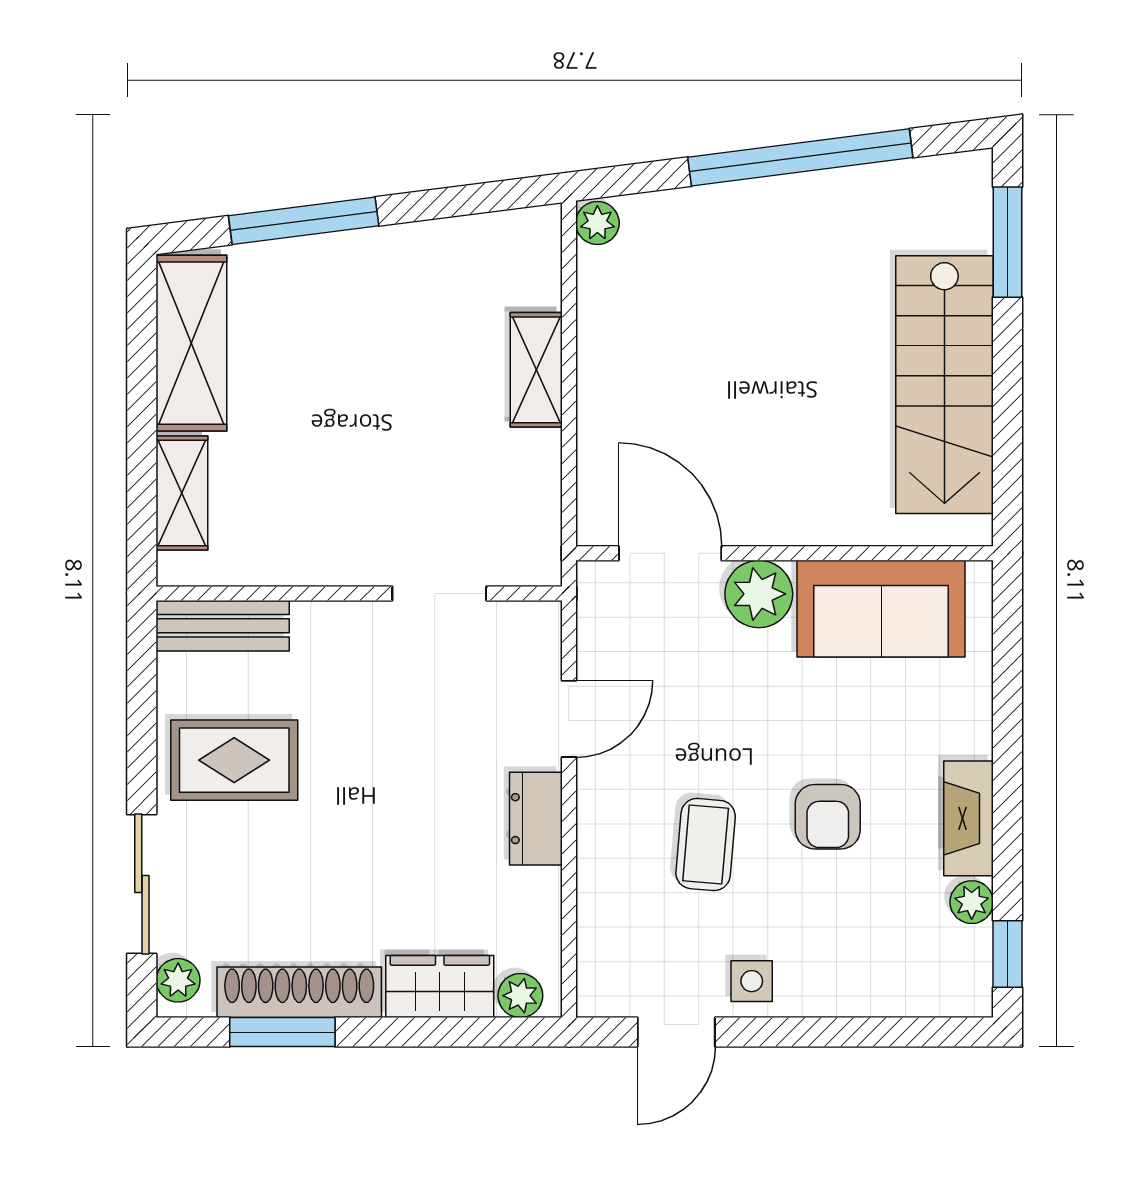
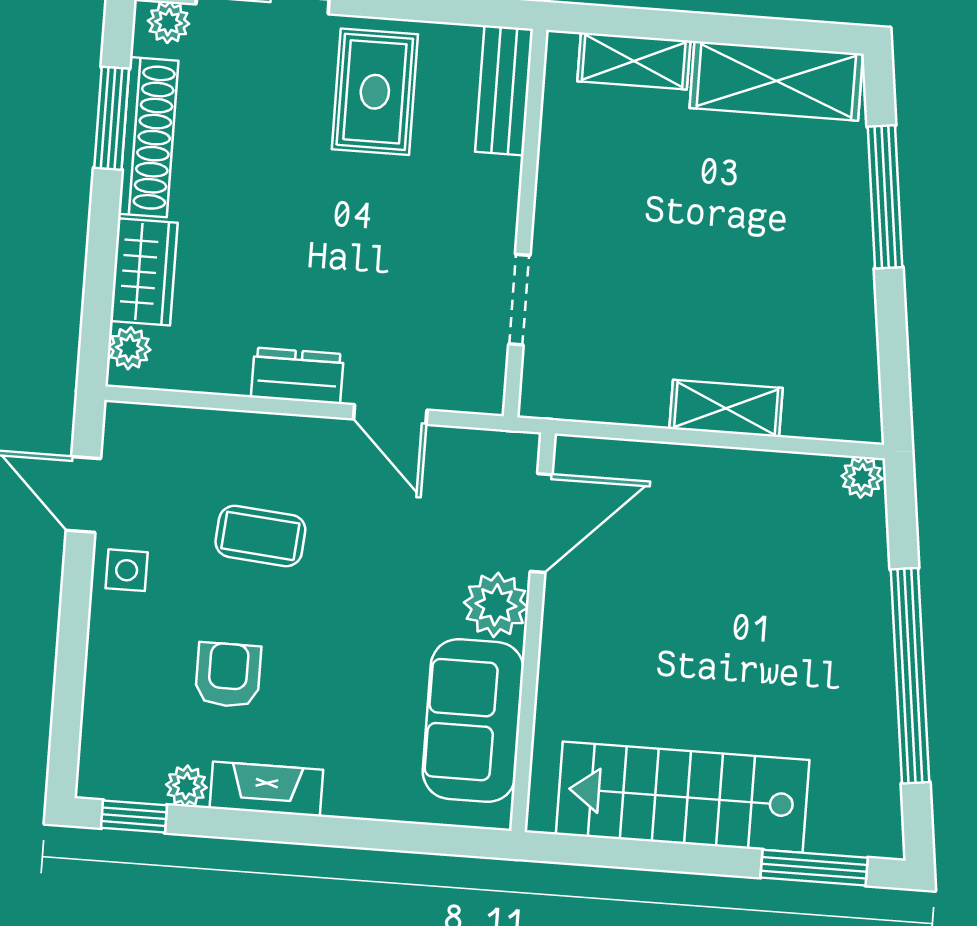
armchair: (828, 817) -> (228, 675), moved, turned 90

